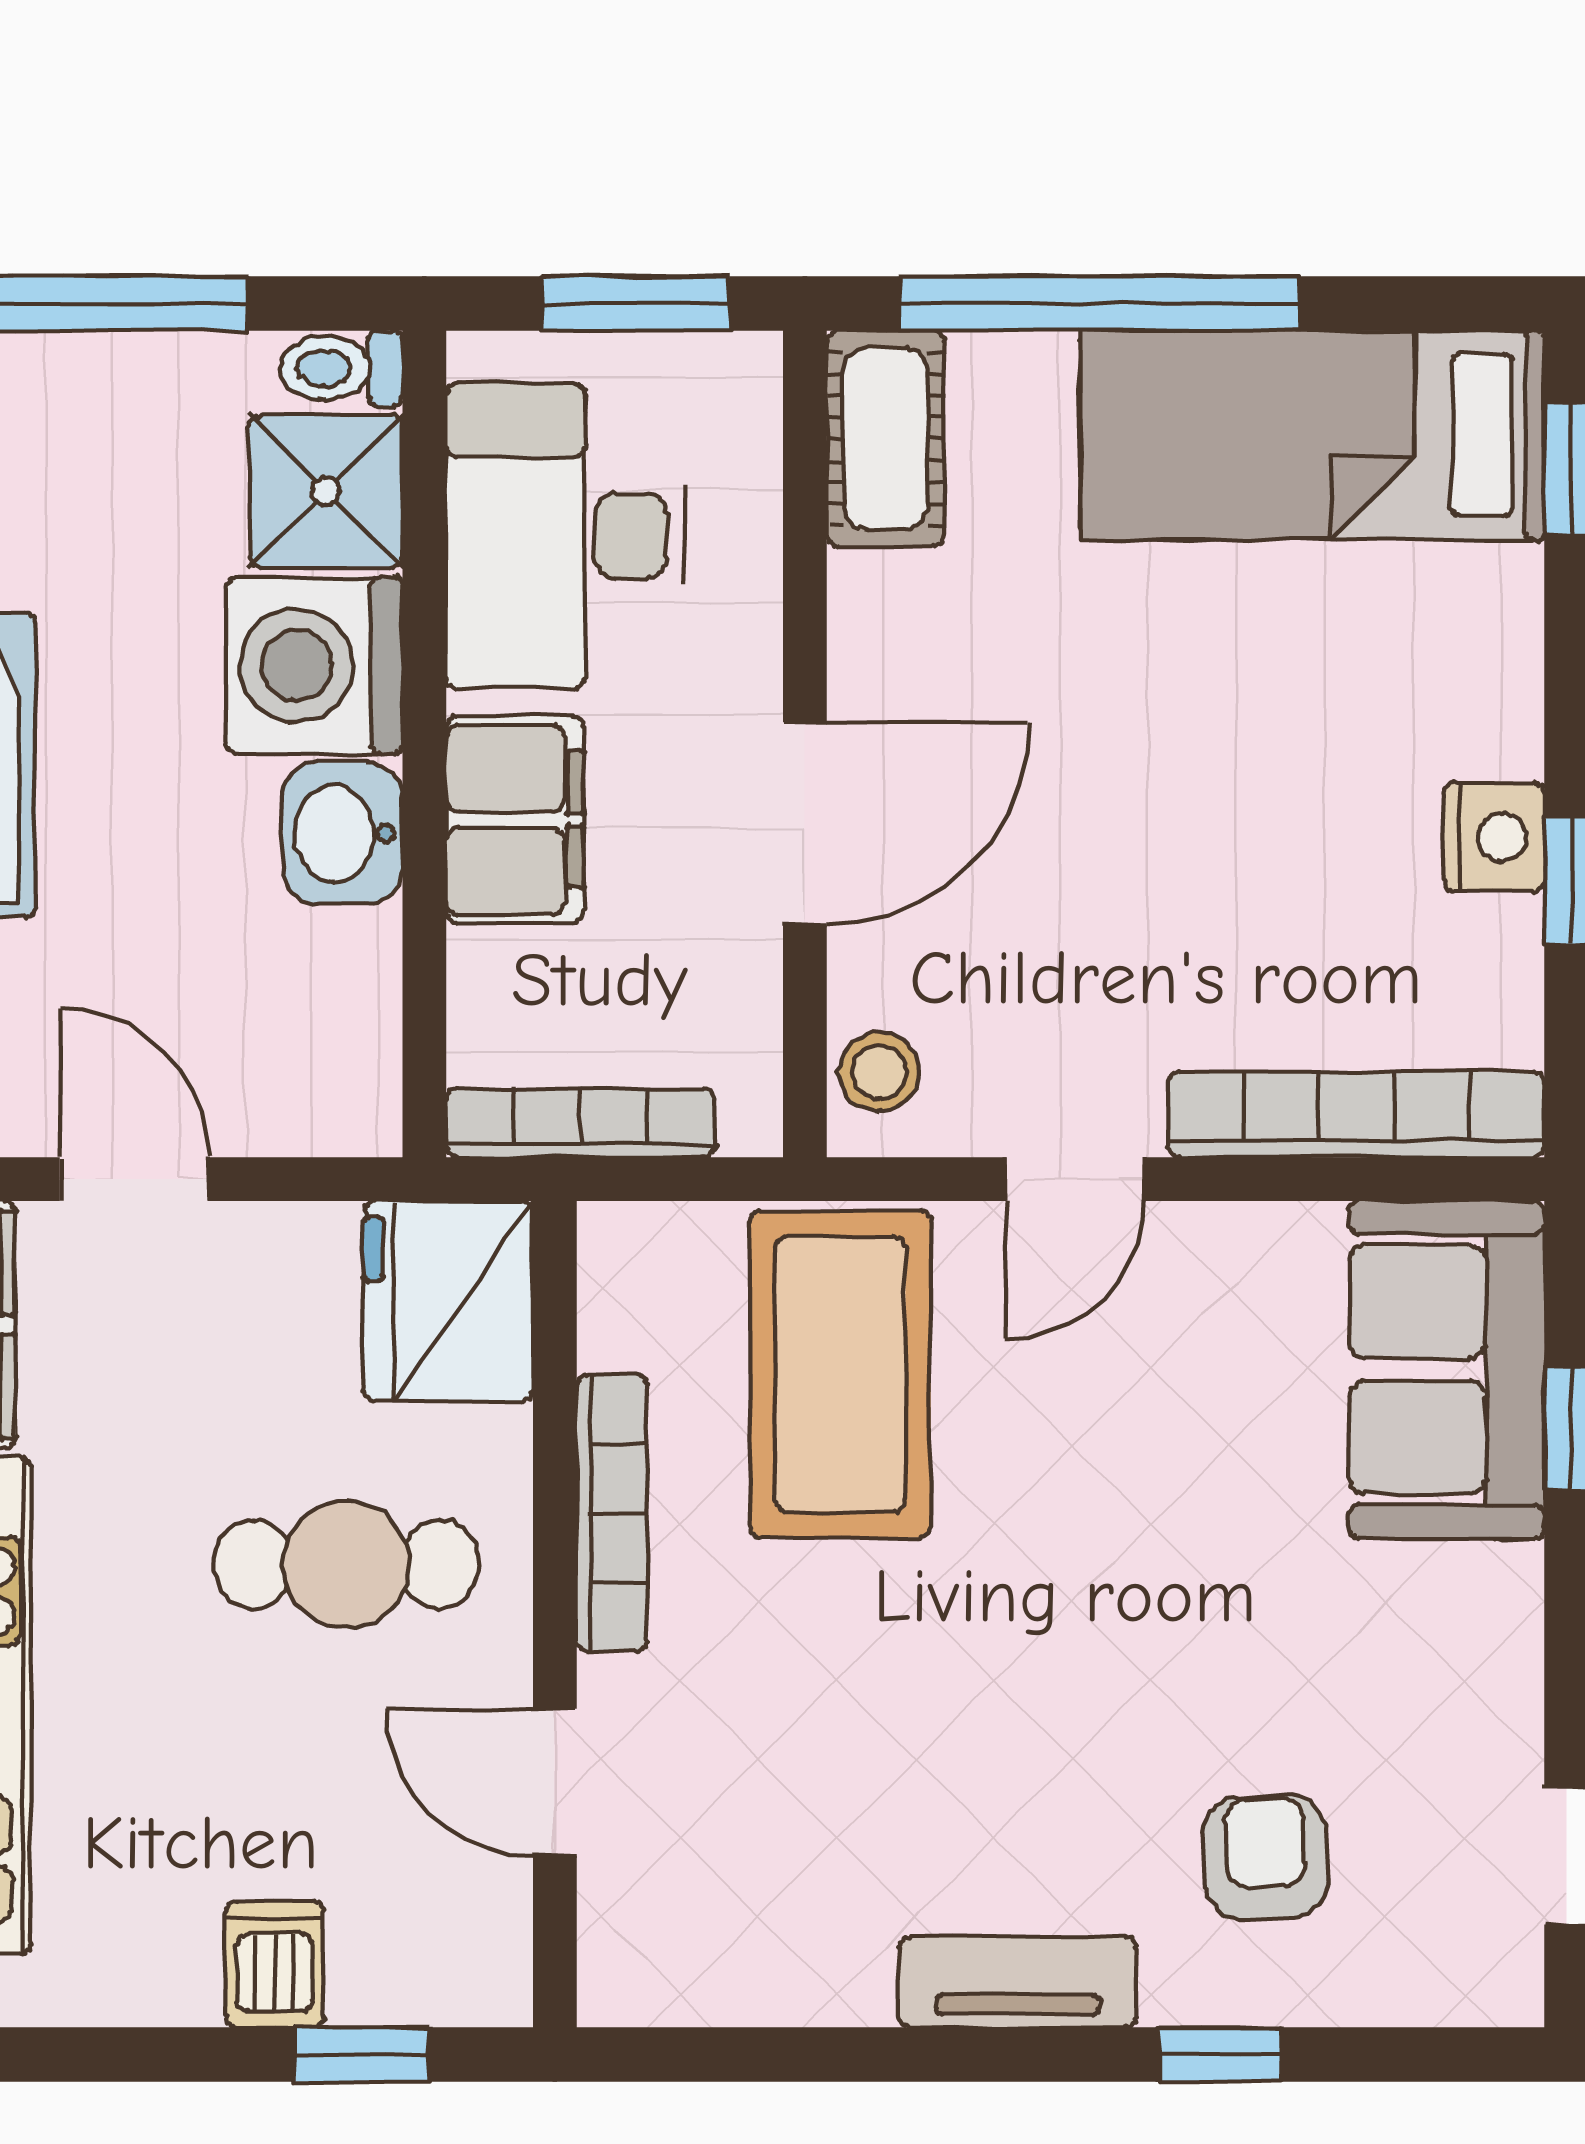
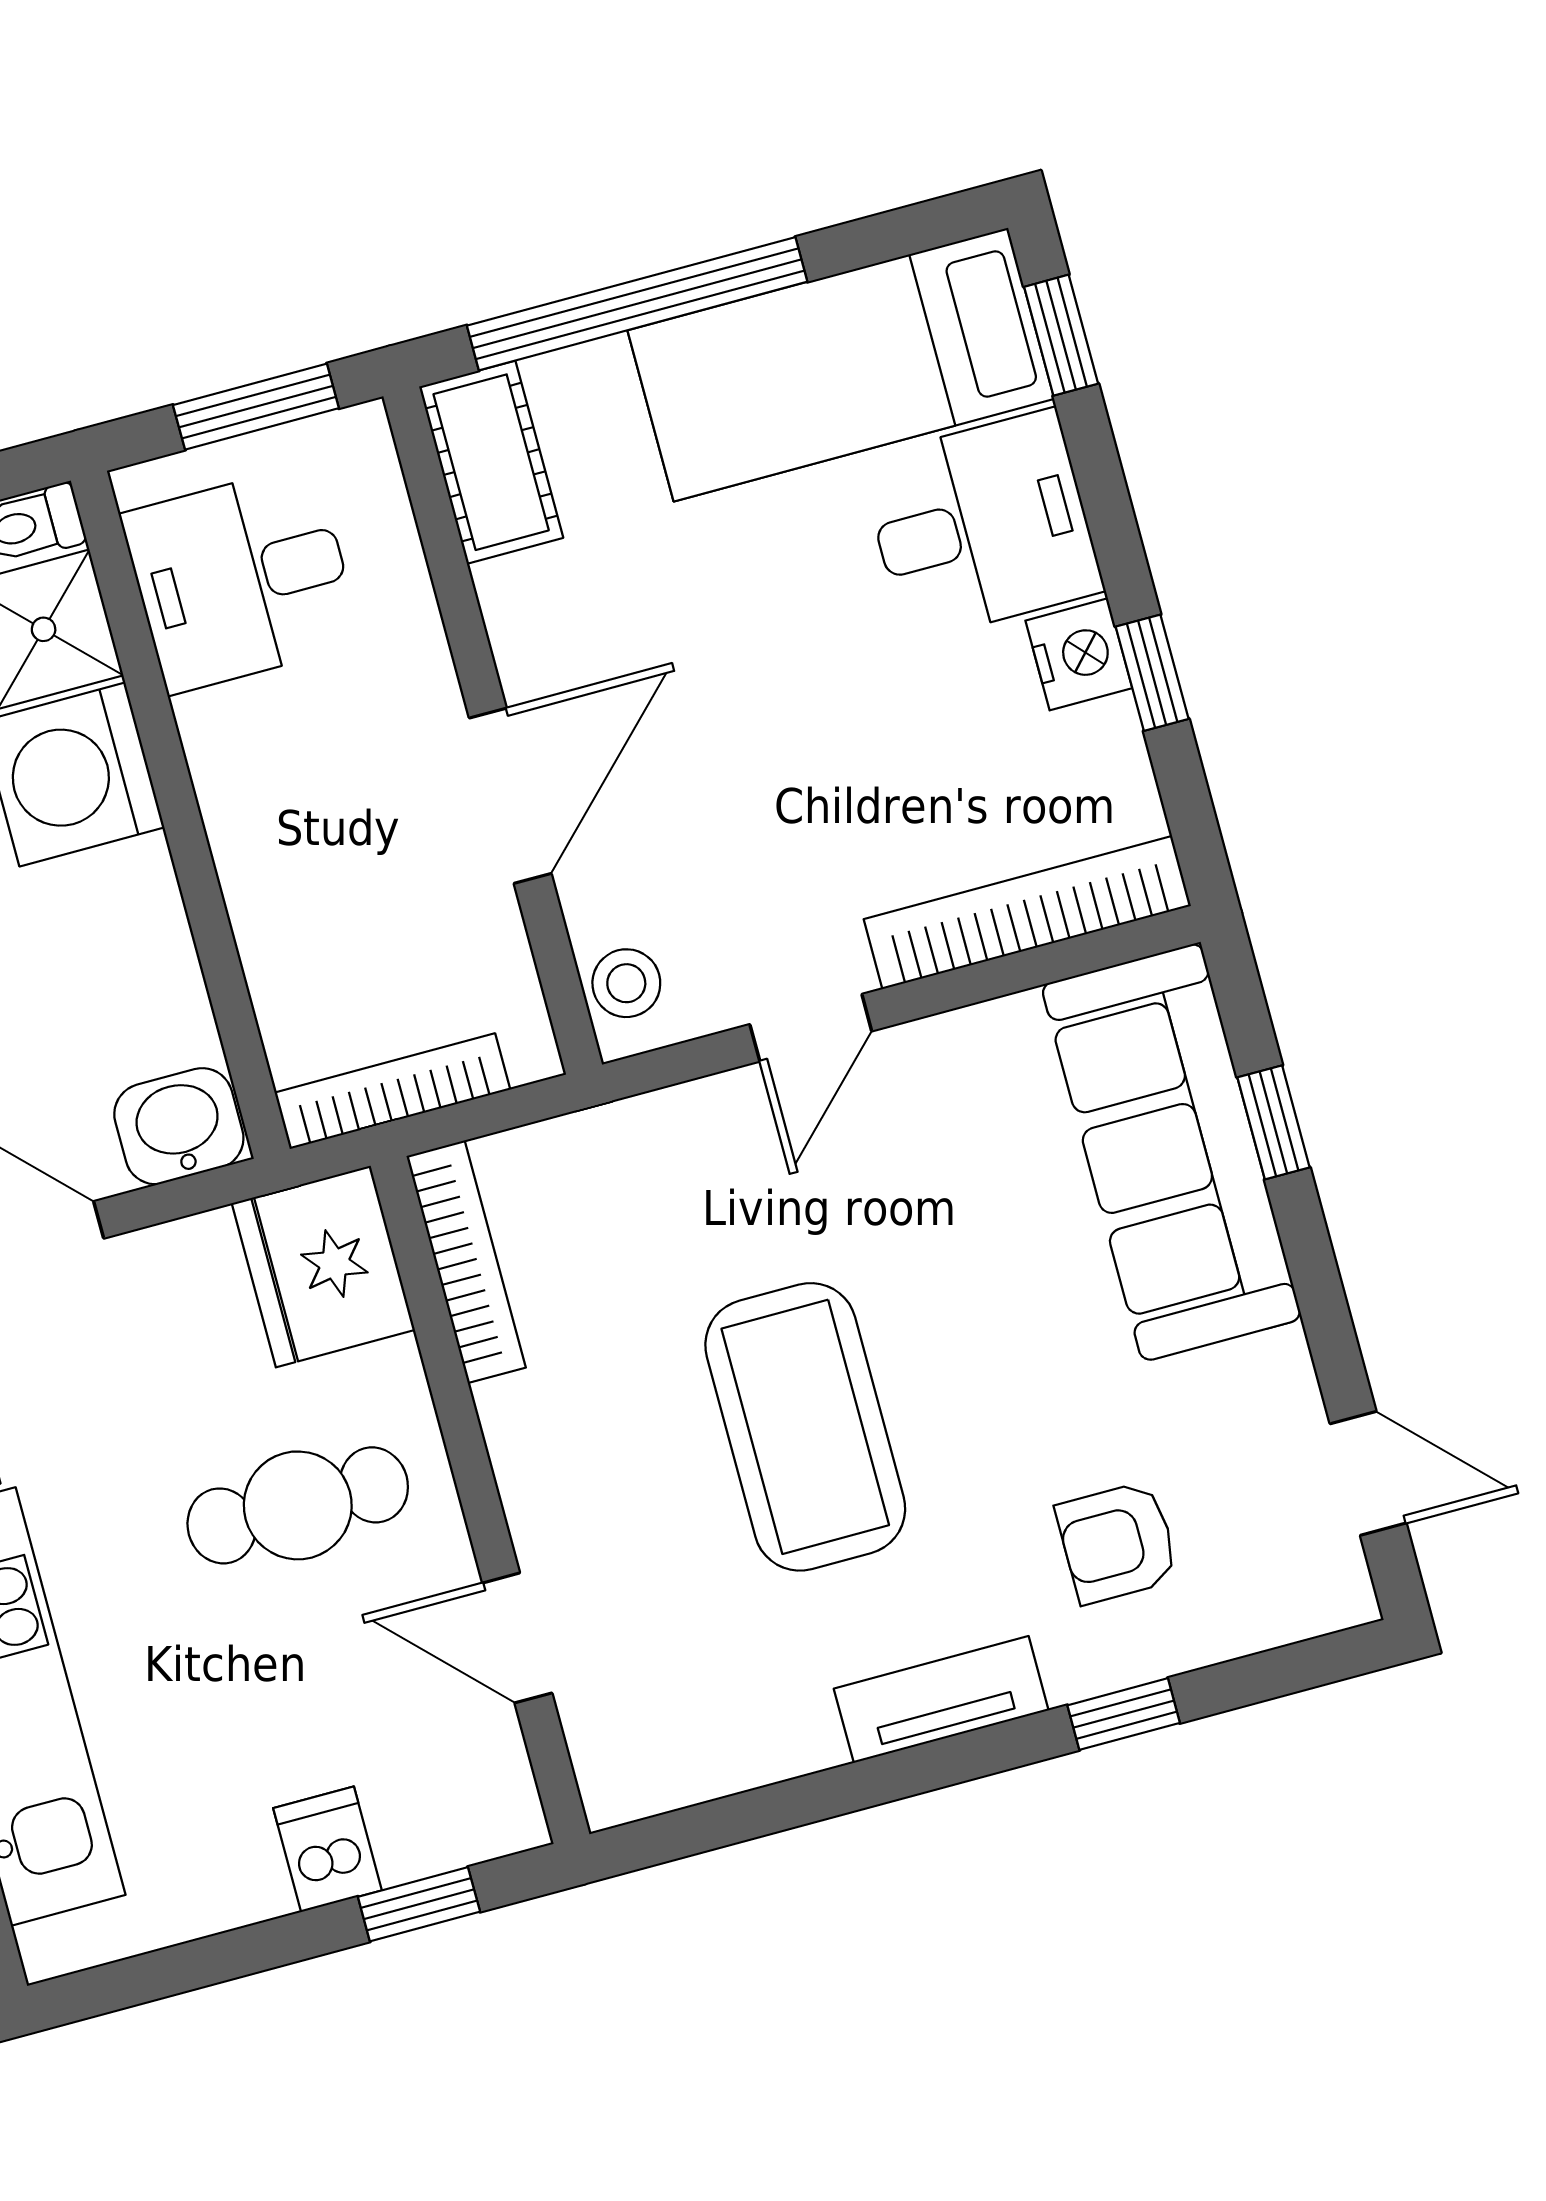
desk: (566, 536) -> (241, 579), width x0.73
desk: (1423, 661) -> (981, 525), added
filing cabinet: (515, 820) -> (271, 857), removed
washbasin: (343, 833) -> (179, 1126), moved, turned 90
sofa: (1447, 1370) -> (1171, 1152), width x1.36
coffee table: (840, 1374) -> (805, 1427), moved
bookcase: (612, 1513) -> (466, 1262), moved
armchair: (1266, 1858) -> (1117, 1542), turned -87

